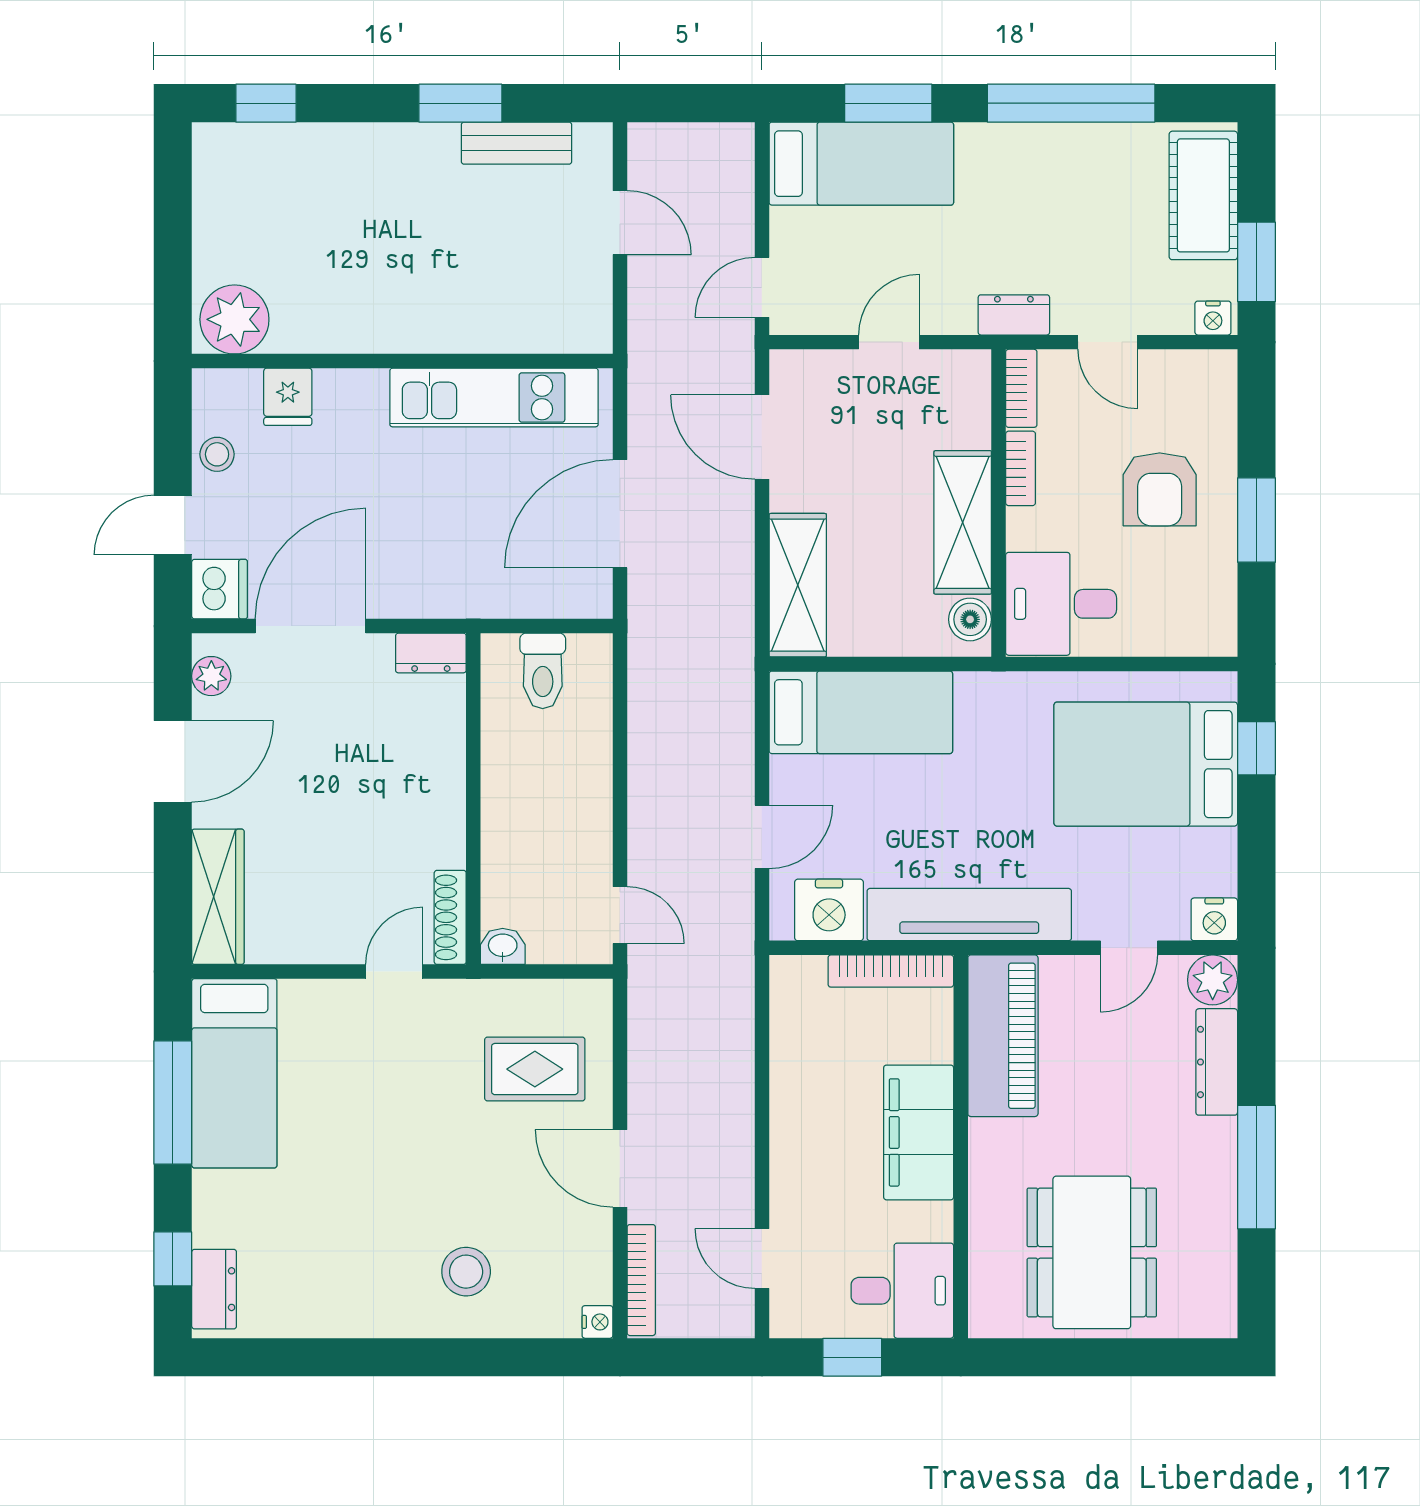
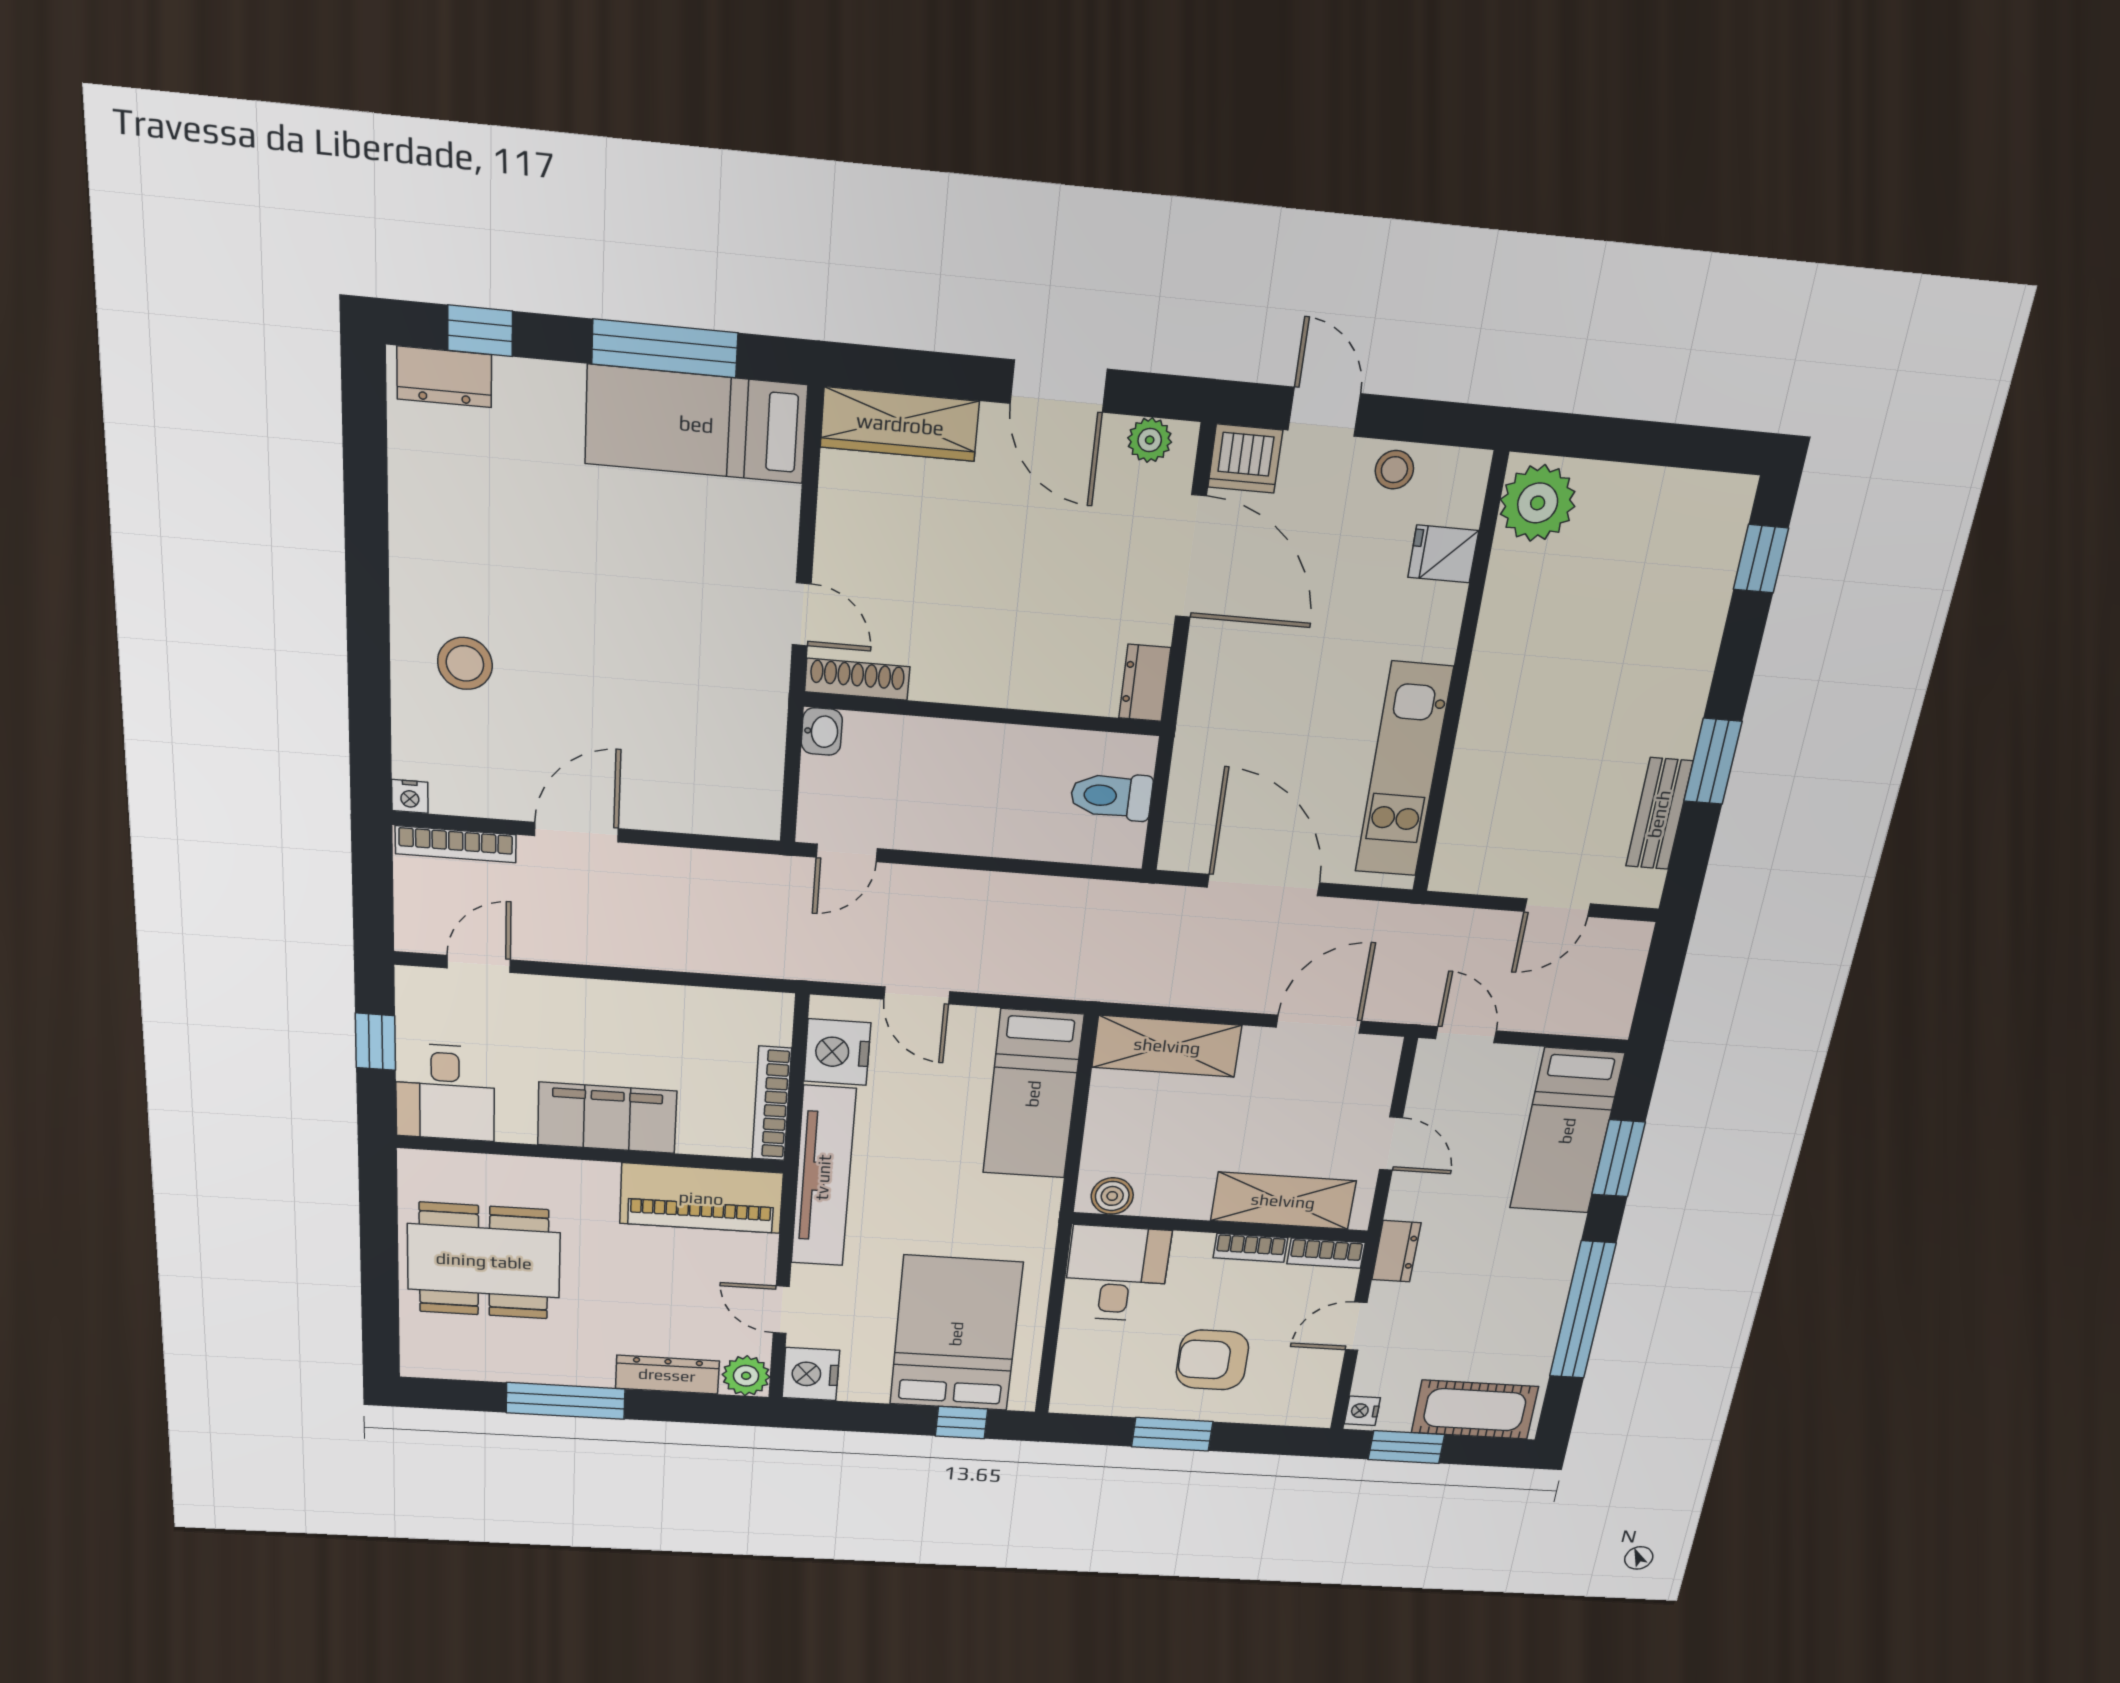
shelving: (963, 522) -> (1283, 1201), moved
nightstand: (1214, 919) -> (811, 1374), width x1.36, depth x1.33
rug: (535, 1069) -> (687, 754), removed

